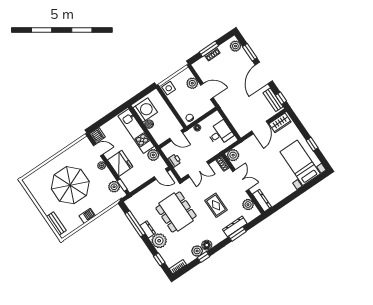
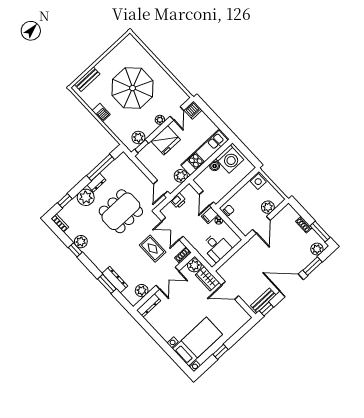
window: (209, 49) -> (320, 232), moved
wardrobe: (280, 123) -> (207, 279), moved
filing cabinet: (192, 135) -> (210, 215), added
rug: (216, 205) -> (153, 249), moved, turned 90
floor lamp: (207, 245) -> (89, 251), removed

